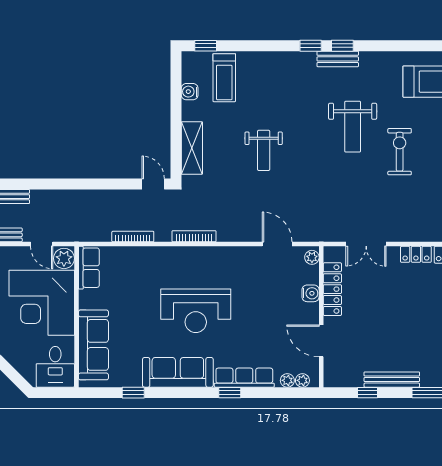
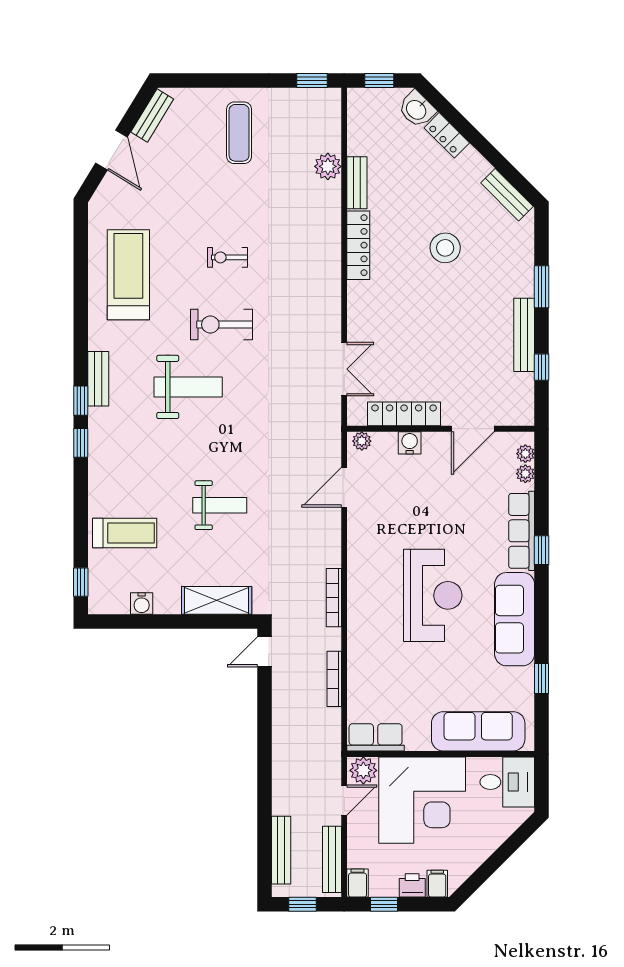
bench: (338, 59) -> (98, 379), moved
treadmill: (224, 78) -> (125, 533), moved
locker: (416, 254) -> (358, 303), removed

